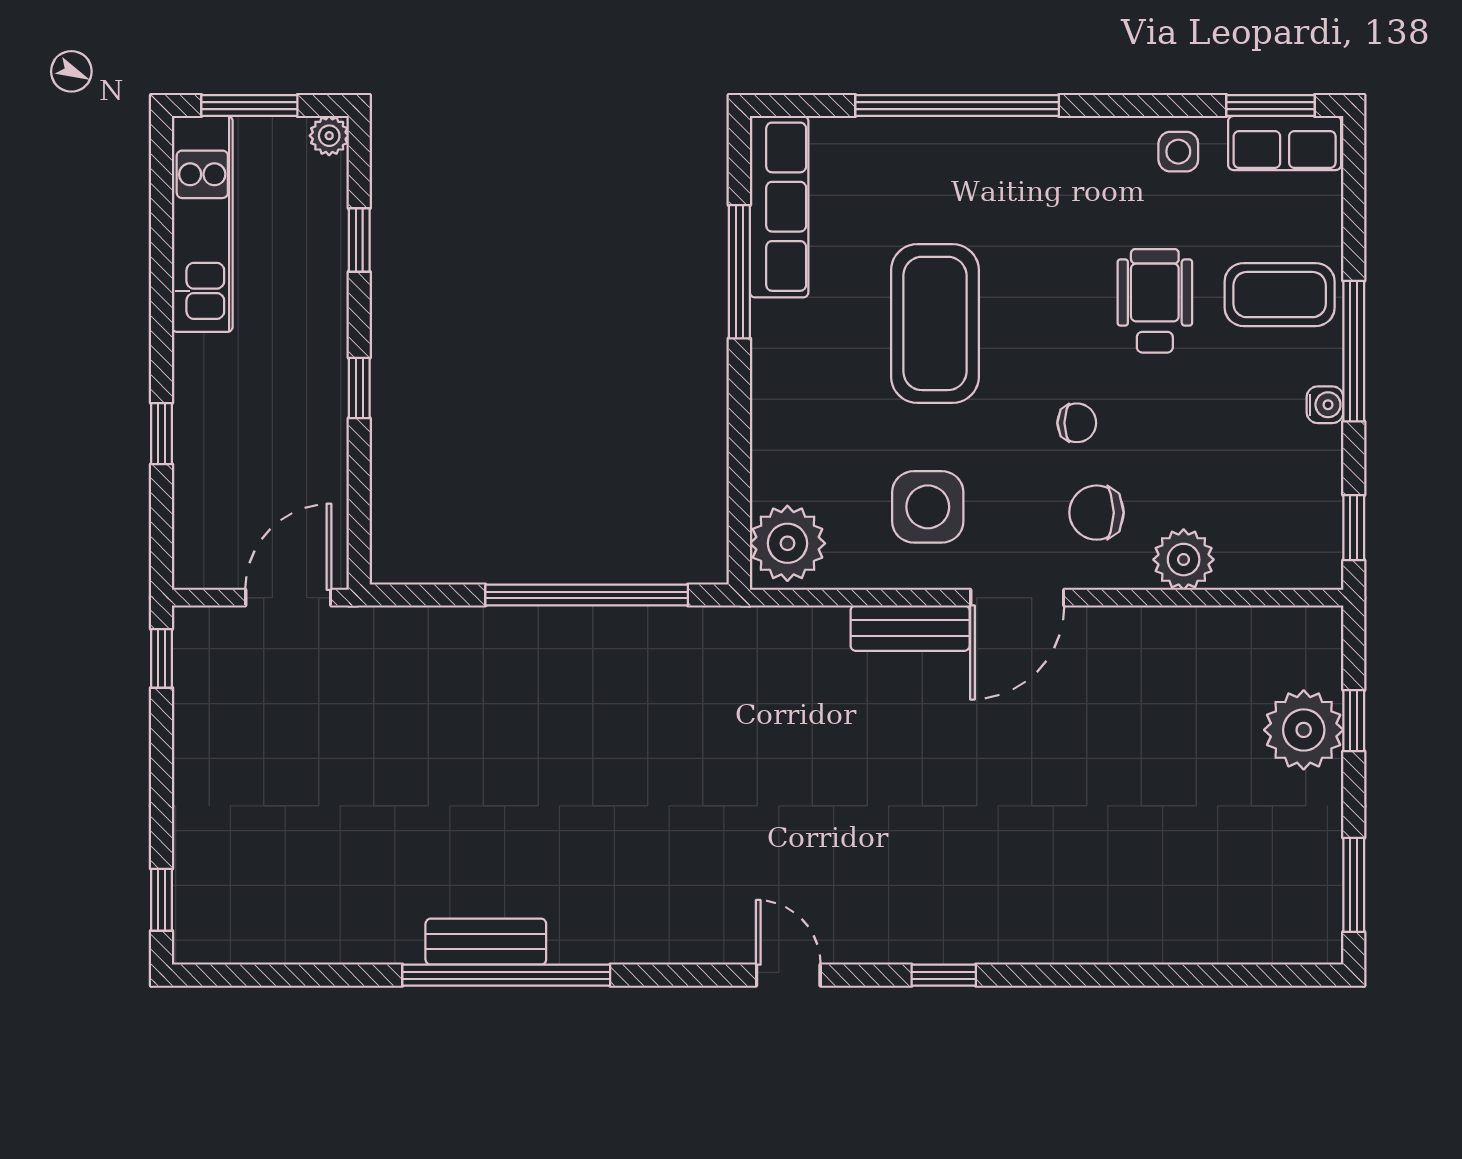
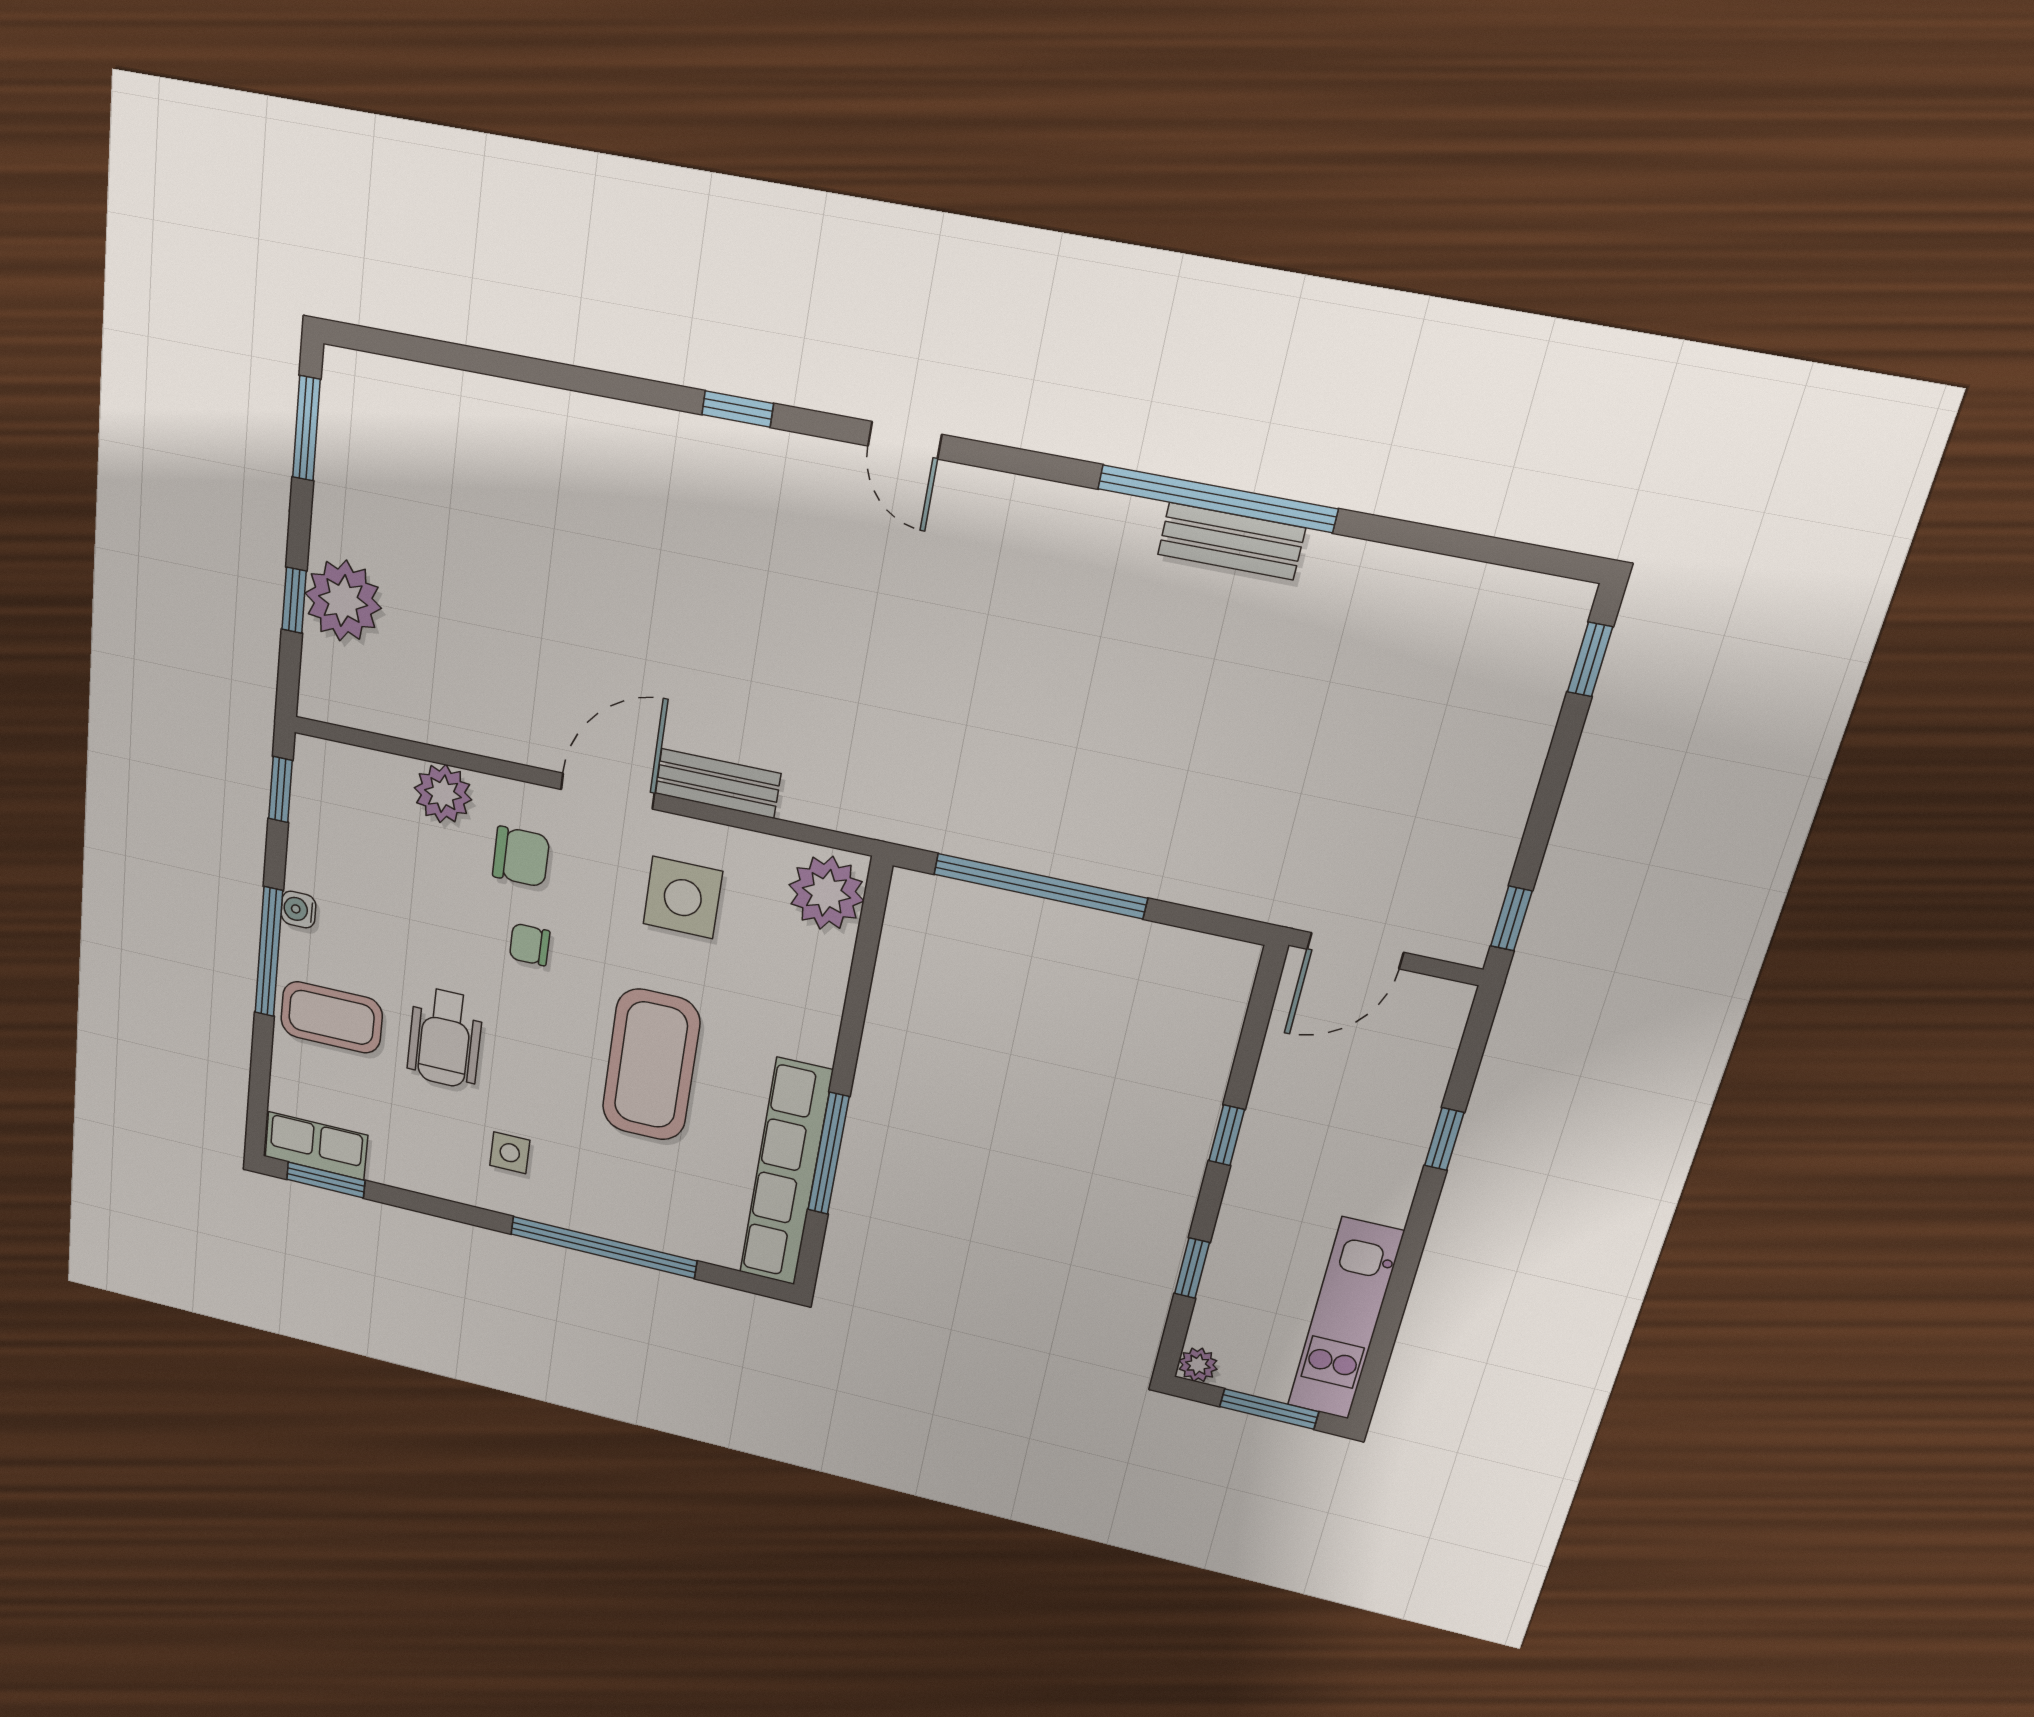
side table: (1178, 152) -> (510, 1153), moved
row of seats: (779, 207) -> (786, 1173), width x1.36

